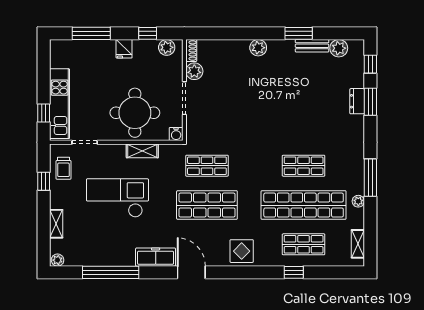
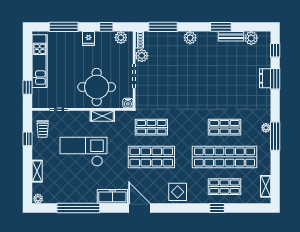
window: (222, 33) -> (163, 27), added
kitchen unit: (60, 104) -> (40, 61), moved
plant: (358, 201) -> (266, 128), moved

